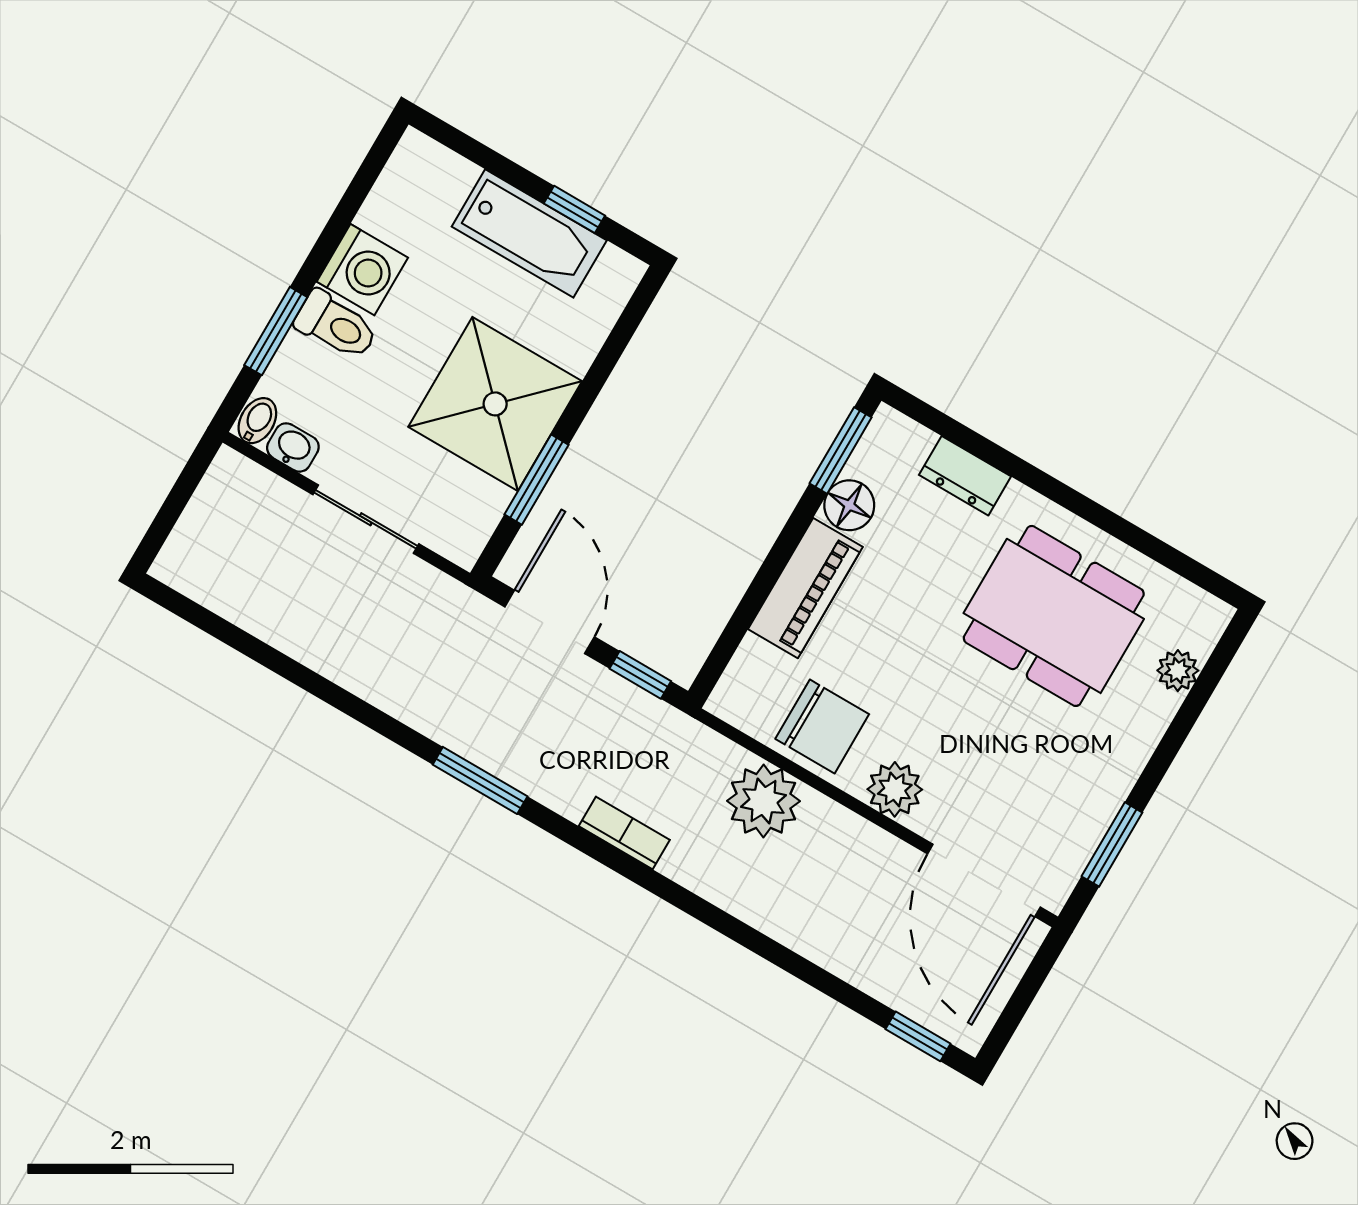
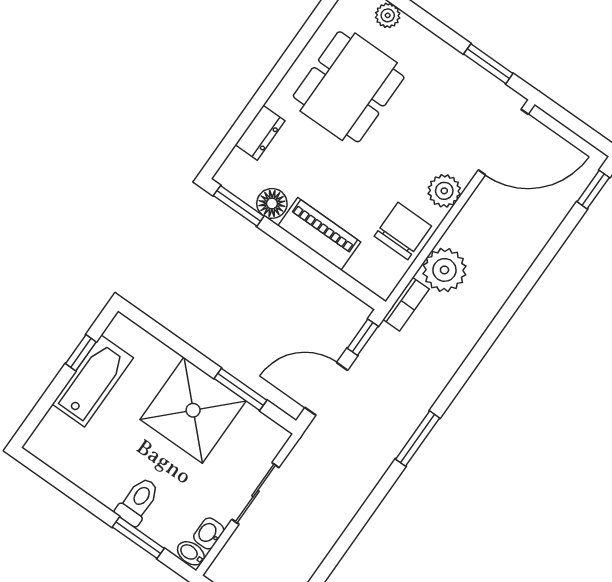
washing machine: (362, 270) -> (106, 483), removed
bookcase: (624, 833) -> (406, 304), moved, turned 180

